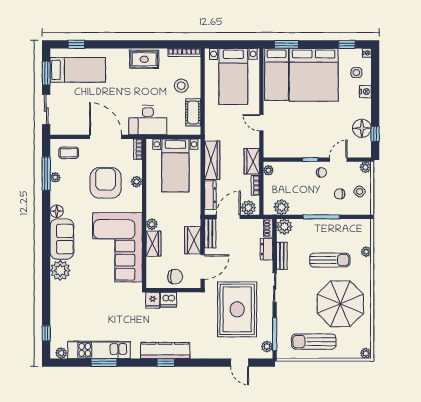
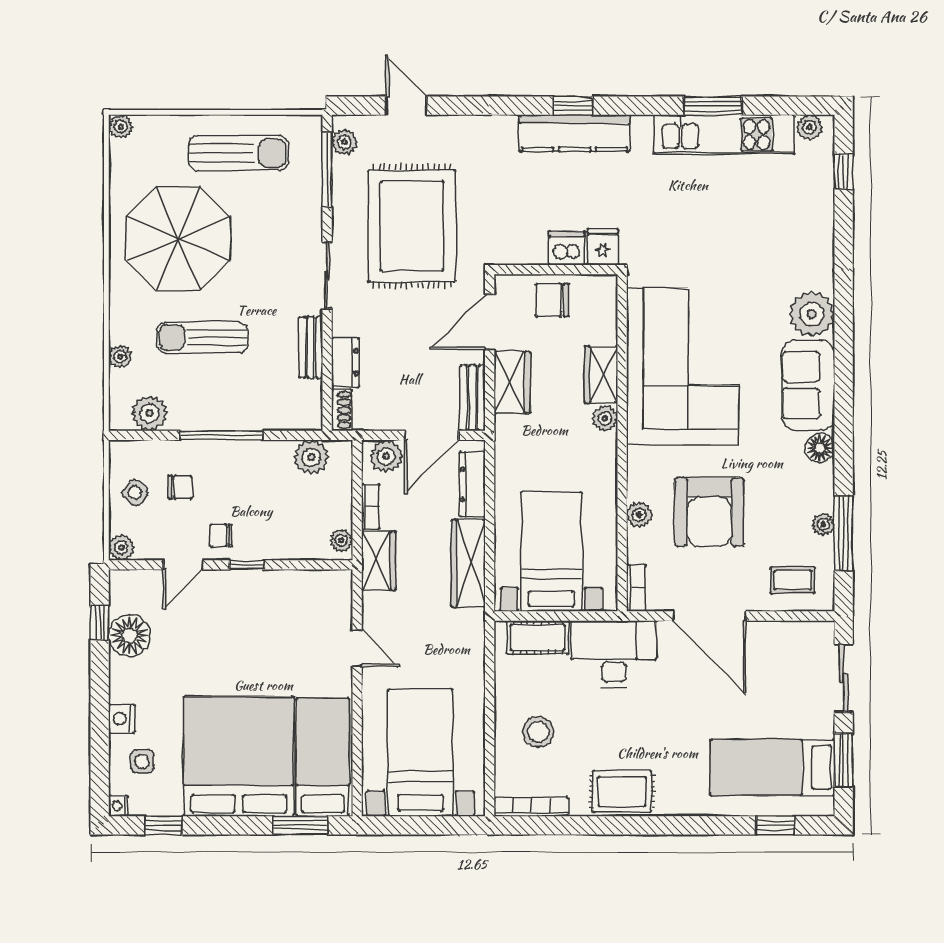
cot: (193, 112) -> (538, 637), moved, turned 90
plant: (284, 227) -> (149, 413), moved

